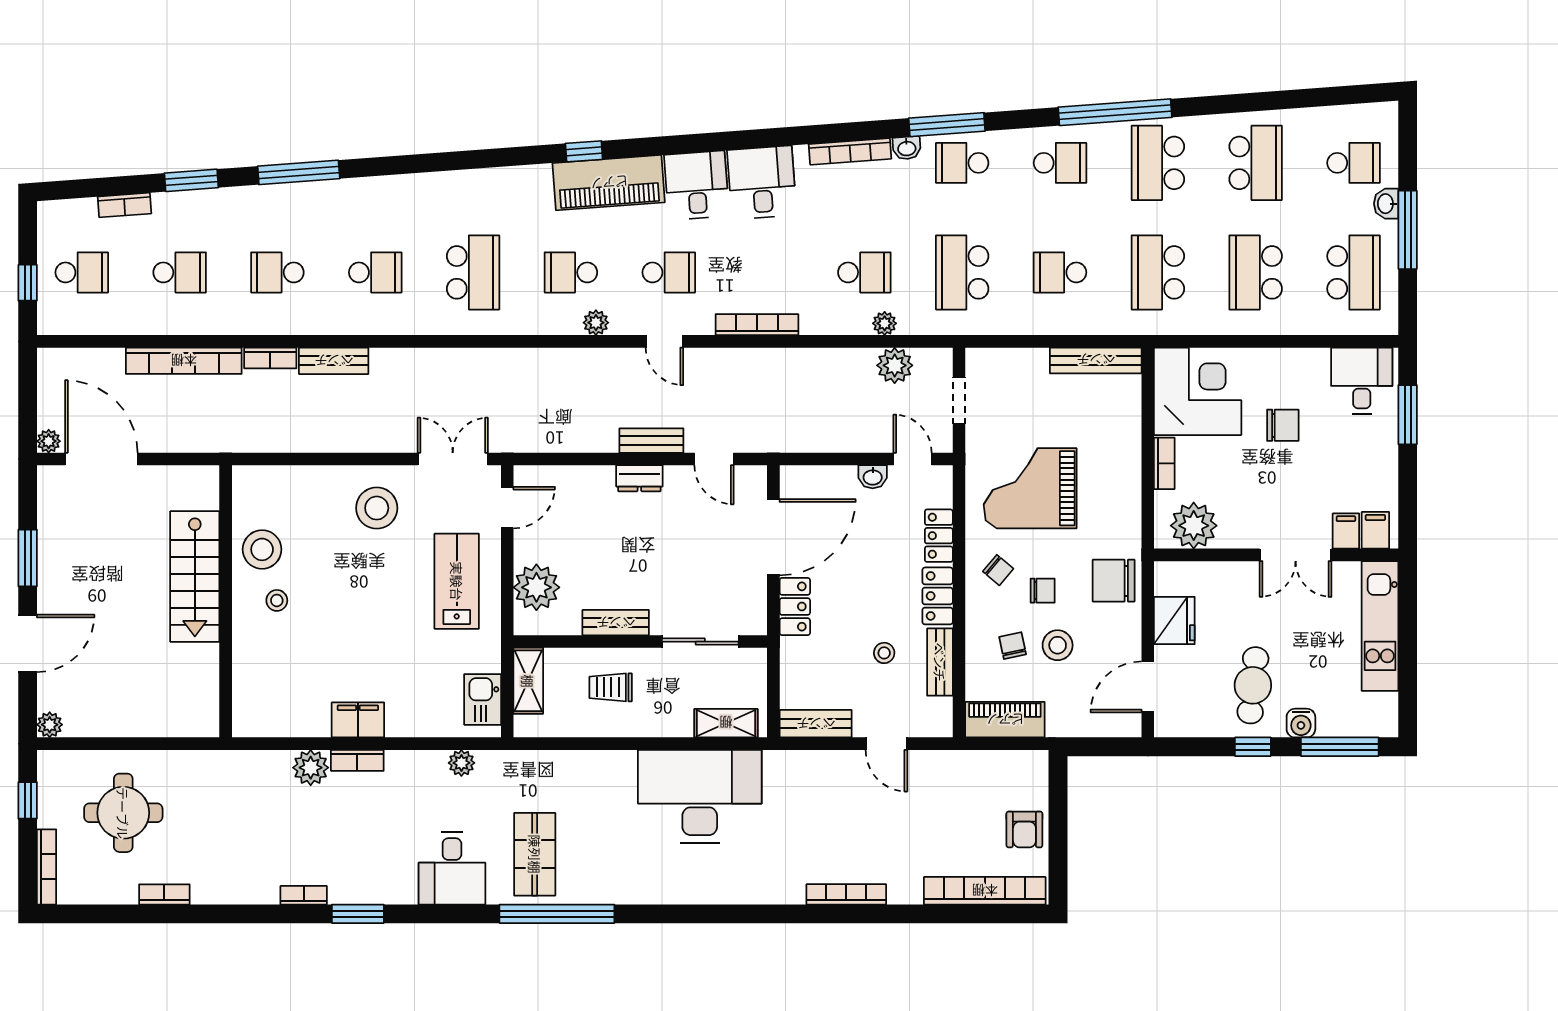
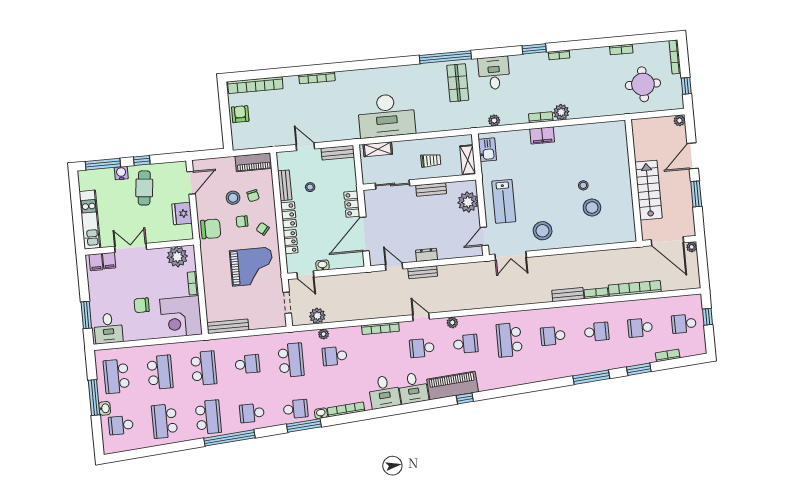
stairs: (195, 576) -> (648, 190), moved
wall: (226, 601) -> (634, 180), moved

